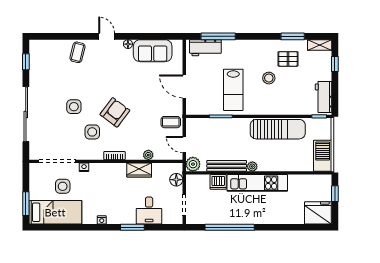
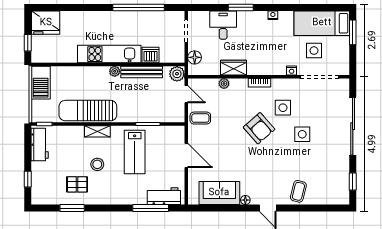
shelving: (320, 45) -> (97, 131), moved
lab bench: (233, 90) -> (135, 152), turned 180
armchair: (115, 112) -> (259, 128), turned -78

